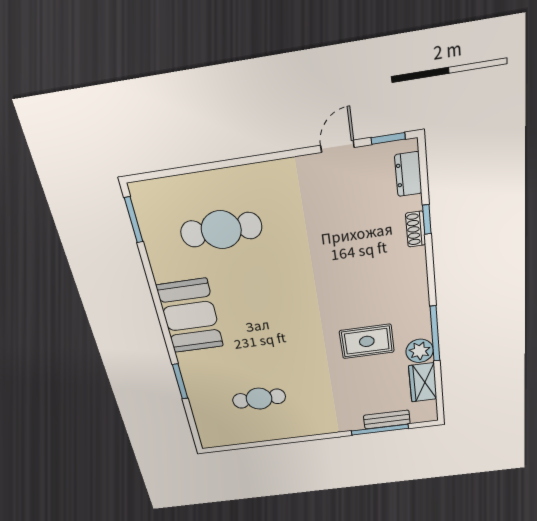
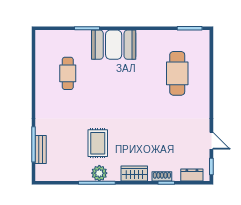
booth: (190, 316) -> (114, 45), moved
plant: (420, 351) -> (99, 173), moved
wardrobe: (423, 382) -> (134, 174), moved

